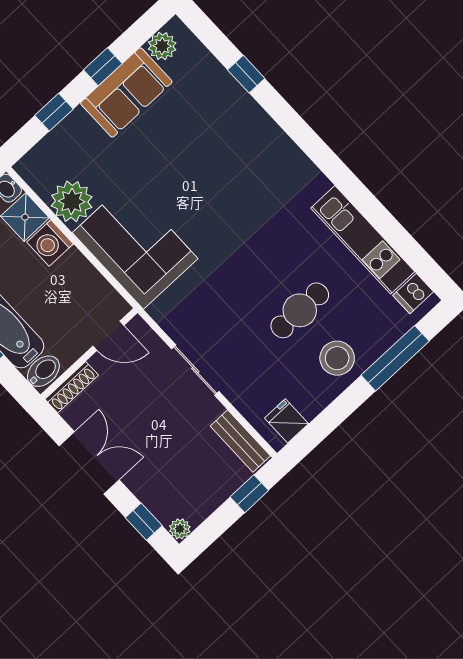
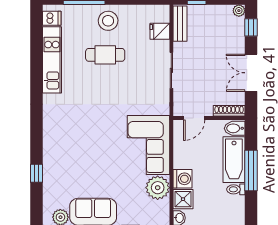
door: (108, 336) -> (194, 118), swing flipped
fridge: (287, 421) -> (160, 31), moved, turned 90

